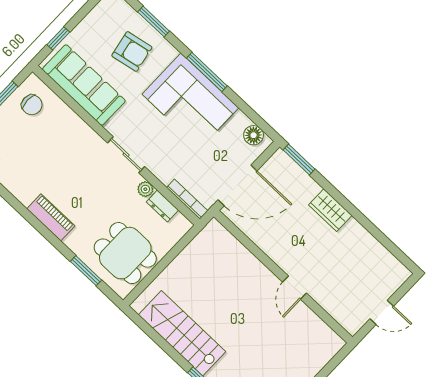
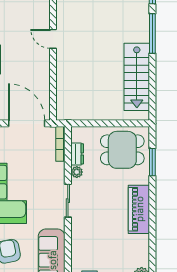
piano: (51, 217) -> (139, 209), width x1.37, depth x1.33
dining table: (125, 253) -> (122, 150), turned 90
door: (294, 288) -> (53, 39), swing flipped

